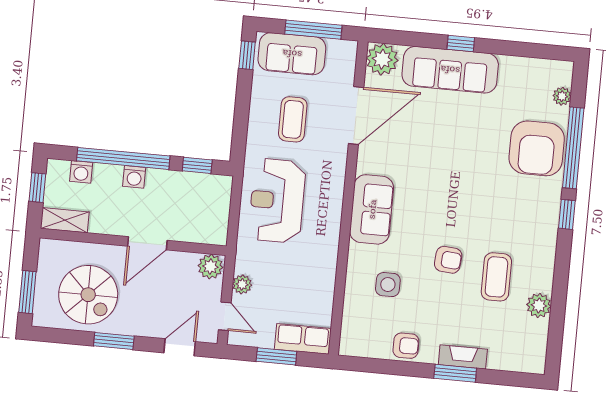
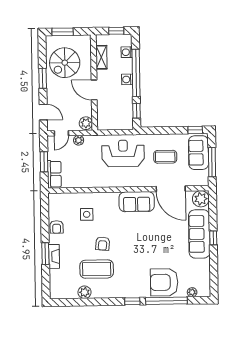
sofa: (372, 209) -> (137, 202), moved
shelving: (65, 220) -> (101, 57), moved
coffee table: (496, 277) -> (97, 269), width x1.36, depth x1.32

